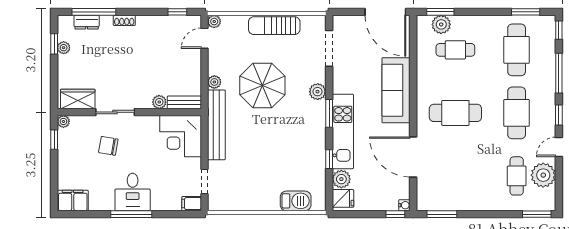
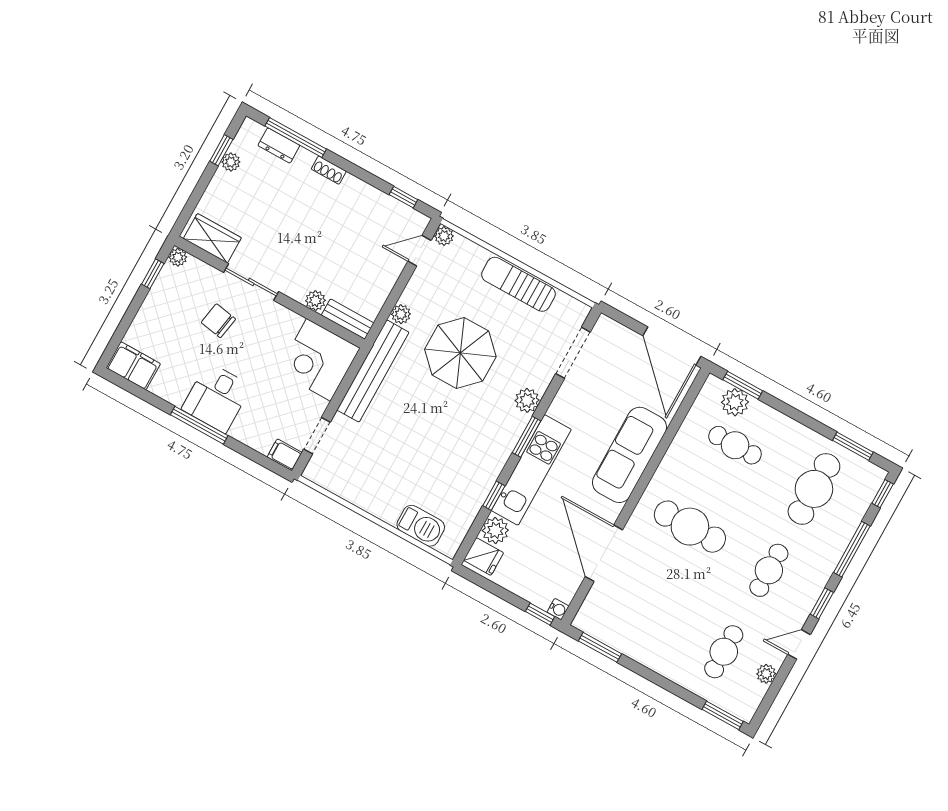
cafe table: (517, 113) -> (769, 570), width x0.73, depth x0.74
plant: (543, 175) -> (766, 674), width x0.53, depth x0.53

